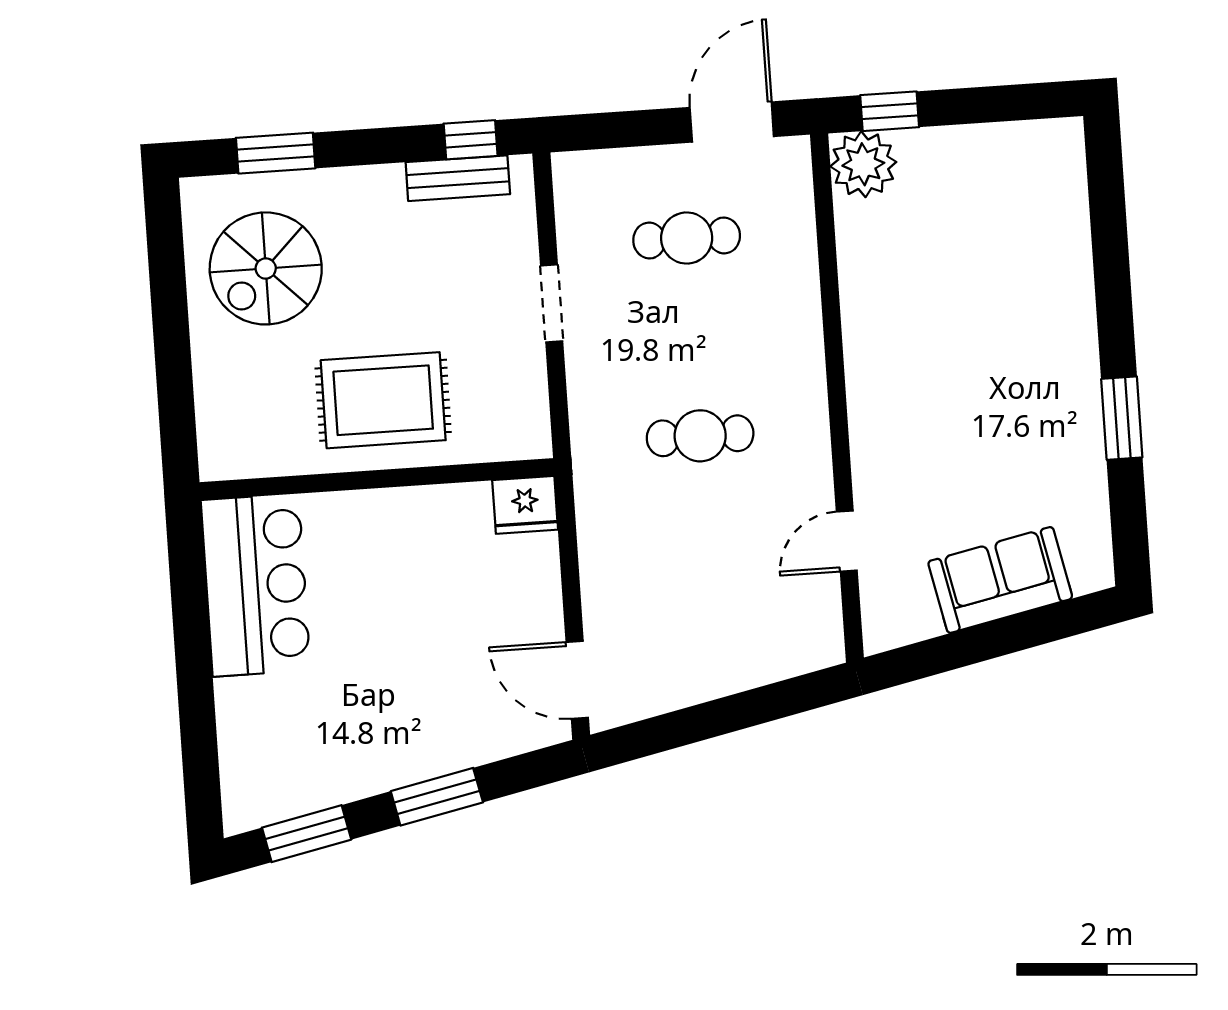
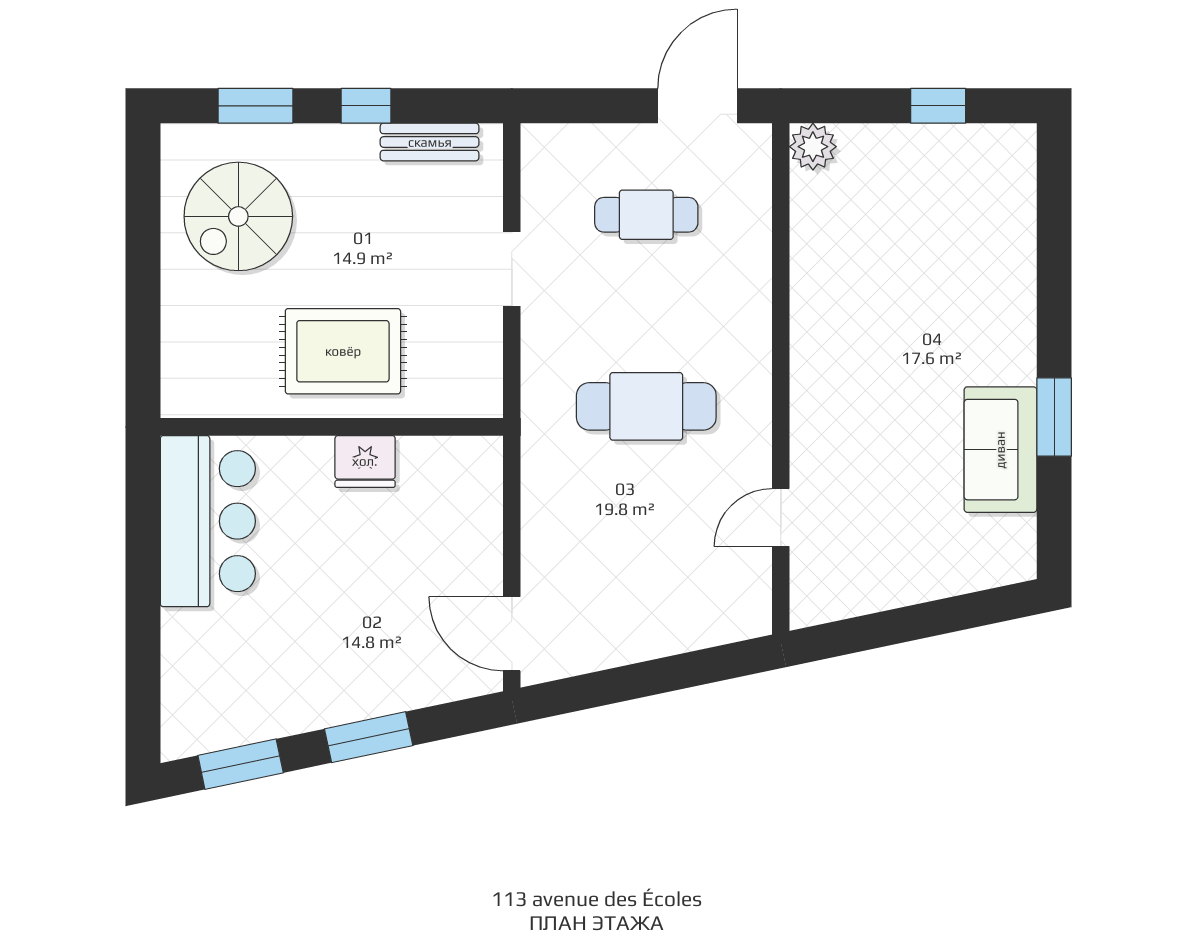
window: (890, 111) -> (938, 106), moved
window: (471, 140) -> (366, 106), moved
plant: (863, 164) -> (813, 147), width x0.73, depth x0.73
cafe table: (700, 436) -> (646, 406), width x1.37, depth x1.35
fridge: (525, 505) -> (365, 461), moved
sofa: (1000, 580) -> (1000, 450), moved, turned -78

